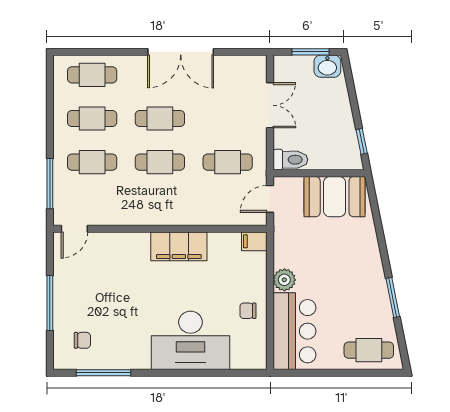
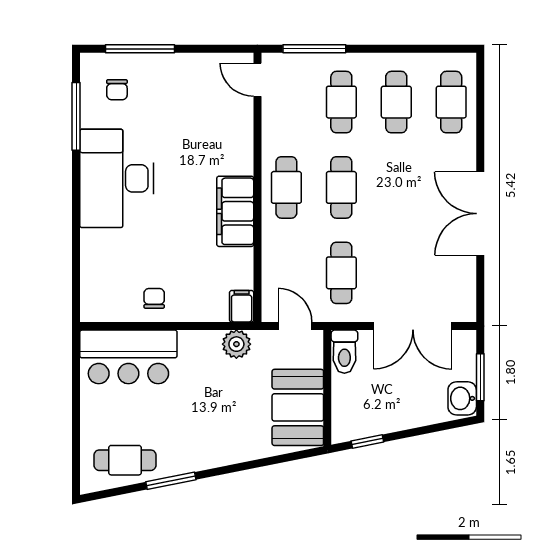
double door: (270, 105) -> (413, 326), width x1.37
cafe table: (160, 118) -> (286, 187), moved
plant: (284, 280) -> (236, 344), moved
window: (50, 303) -> (140, 49), moved
desk: (190, 340) -> (117, 178), moved
cafe table: (369, 350) -> (125, 460), moved, turned 90

